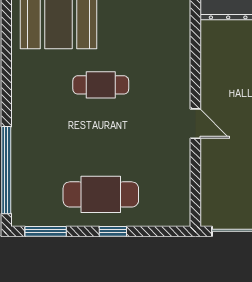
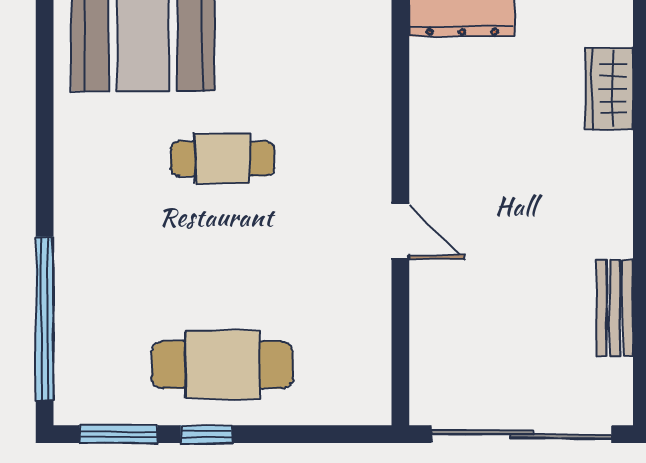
window: (113, 231) -> (207, 434), moved

